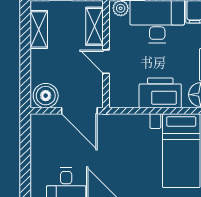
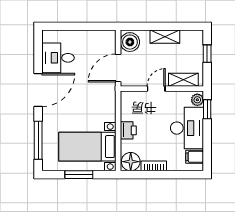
shelving: (39, 29) -> (165, 37), moved
printer: (160, 93) -> (128, 130), width x0.53, depth x0.68

